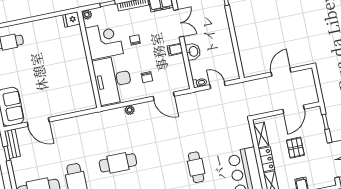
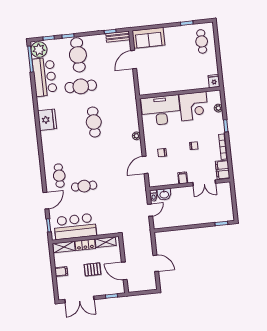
fridge: (71, 19) -> (214, 81), moved
corner desk: (104, 41) -> (194, 106), moved
washbasin: (193, 51) -> (164, 194), moved
wall: (89, 59) -> (180, 93), moved
desk: (113, 80) -> (161, 110), moved

